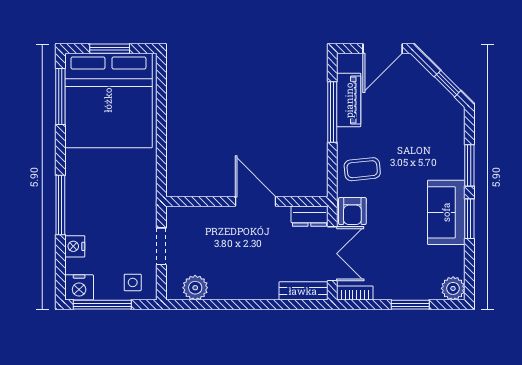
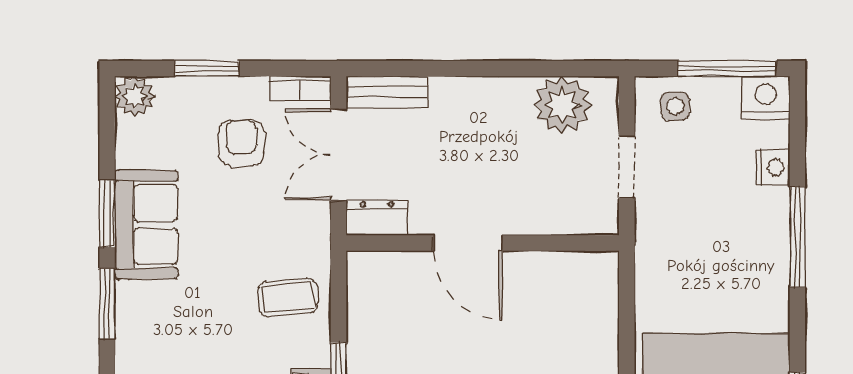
armchair: (352, 211) -> (241, 143), moved
plant: (195, 288) -> (562, 105), width x1.36, depth x1.36

